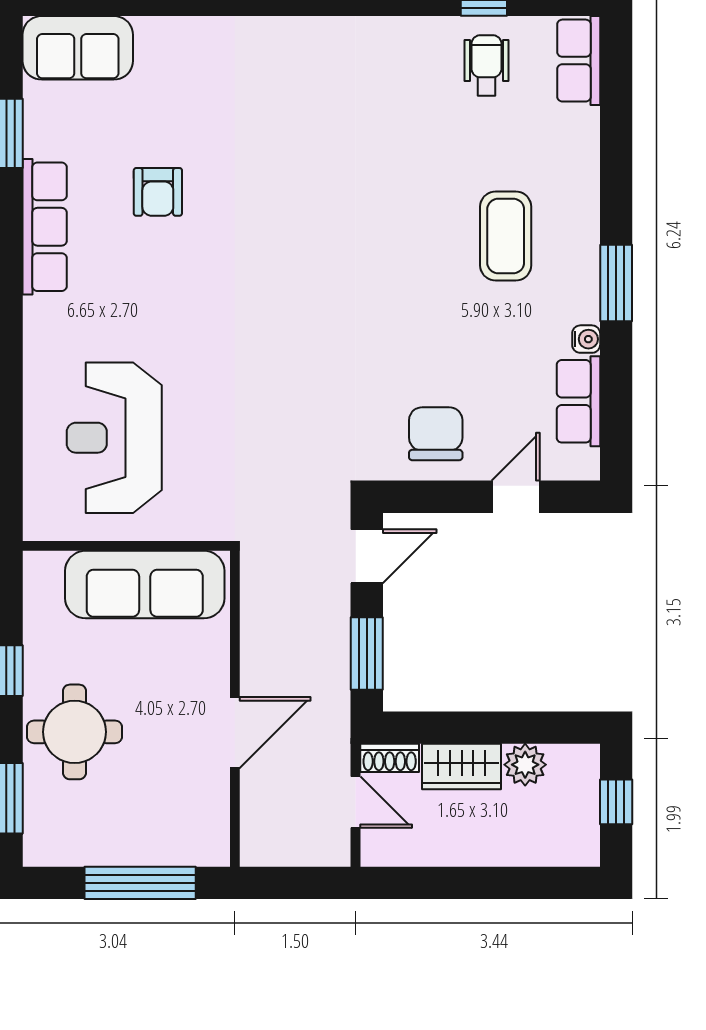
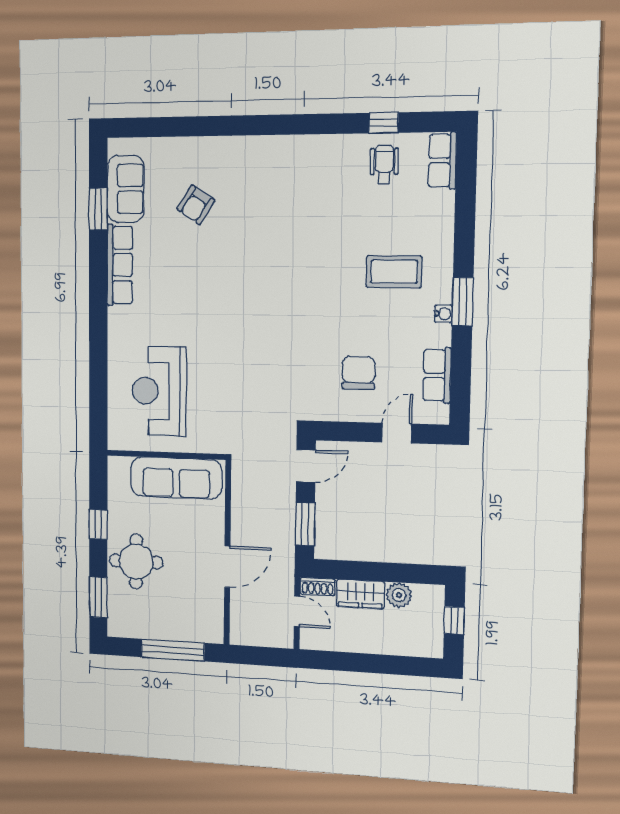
sofa: (78, 48) -> (126, 189), moved, turned -90
armchair: (158, 192) -> (196, 205), moved, turned 33
coffee table: (506, 236) -> (394, 272), turned 90
water cooler: (586, 339) -> (443, 314), moved
chair: (436, 434) -> (358, 373), moved

